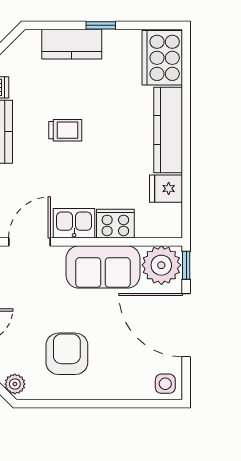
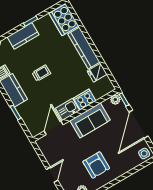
plant: (161, 265) -> (115, 100), width x0.53, depth x0.53
door: (186, 325) -> (139, 124), hinge flipped
armchair: (67, 354) -> (96, 165), turned 180

